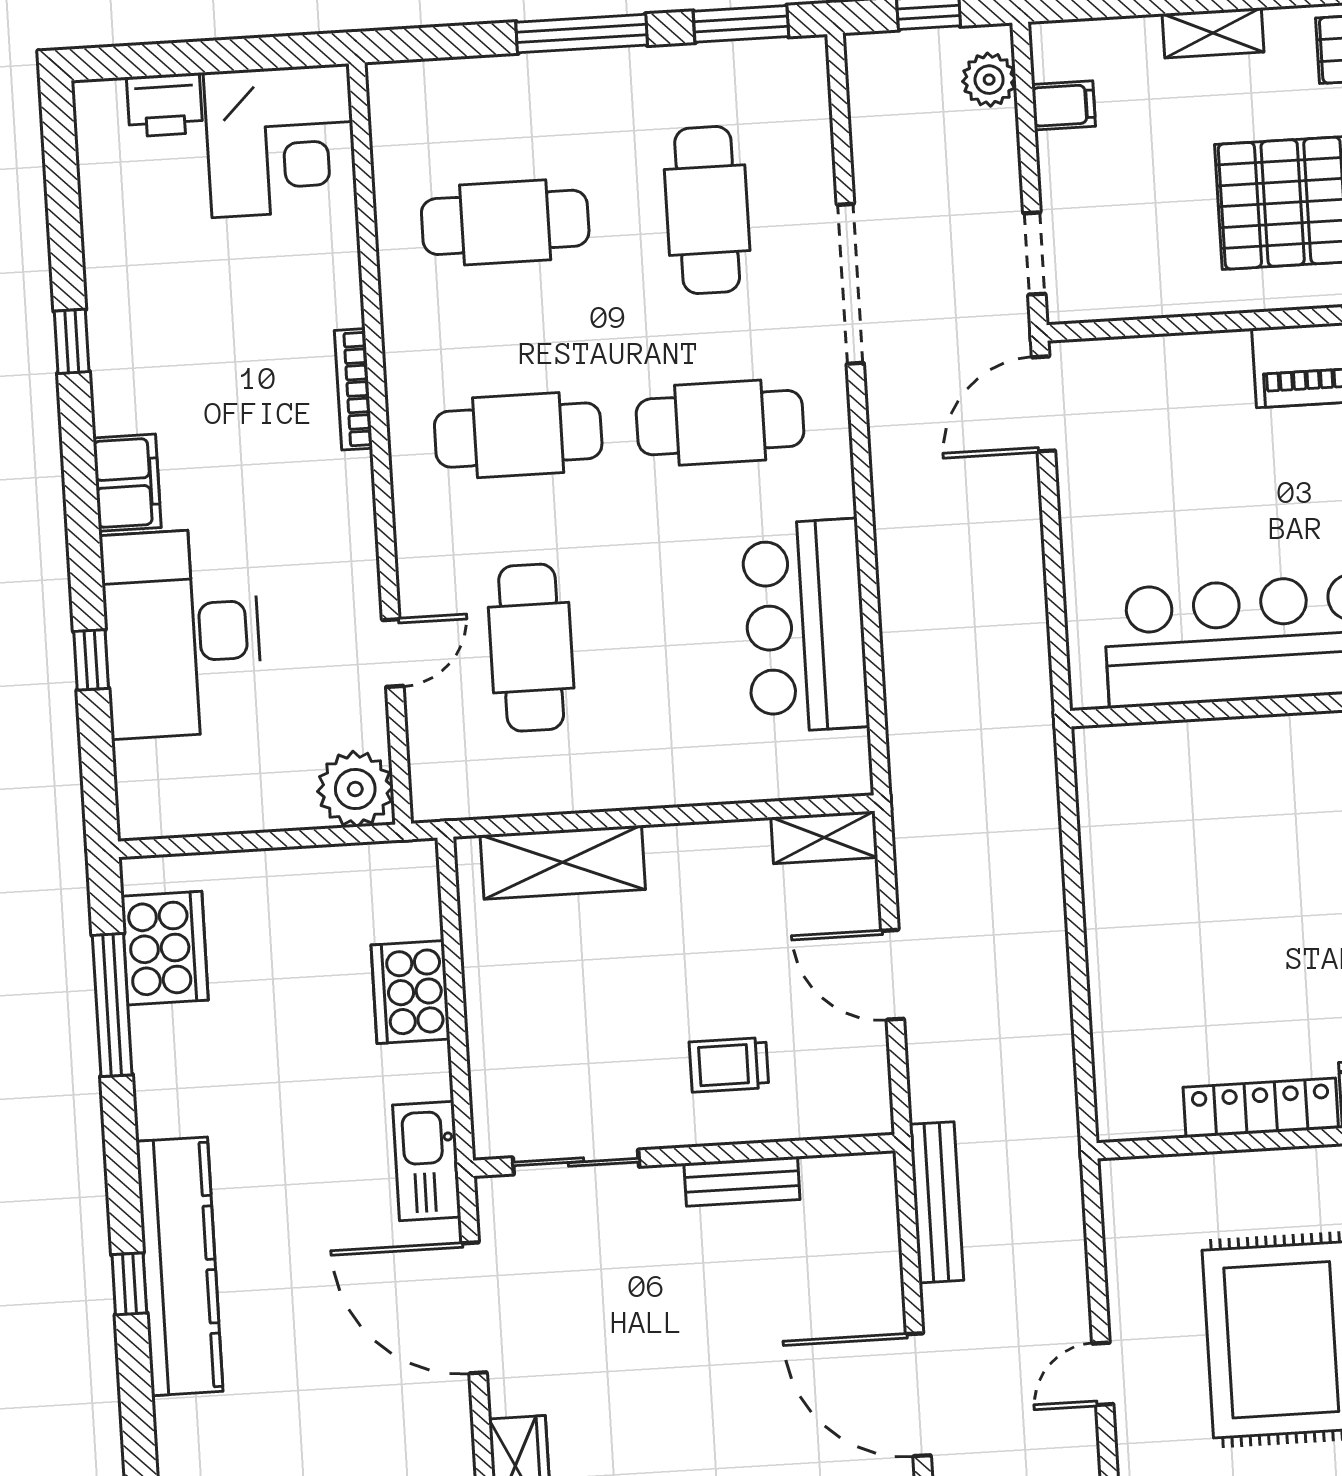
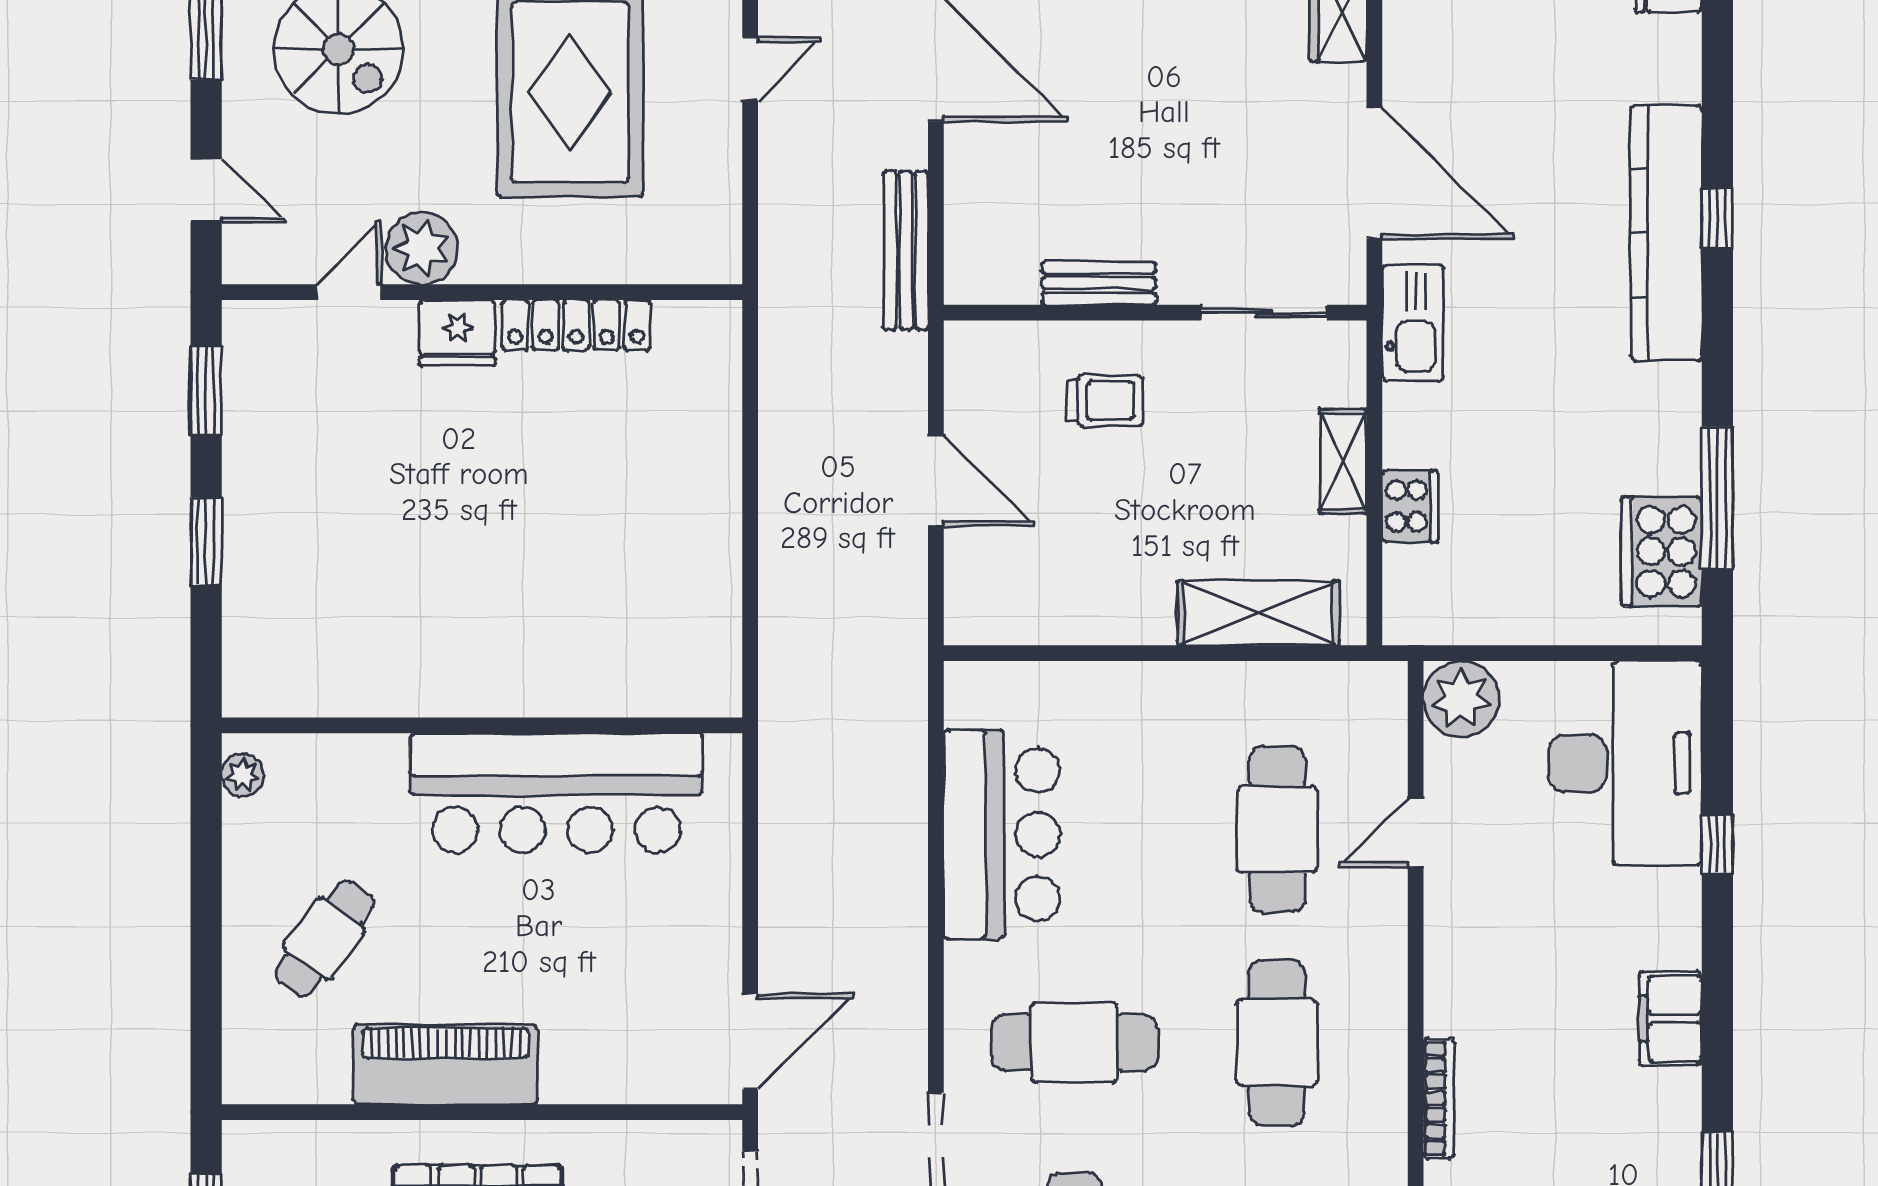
cafe table: (518, 435) -> (1277, 1043), turned 90
desk: (182, 633) -> (1625, 763), moved
shelving: (824, 837) -> (1343, 461), moved, turned 90
cooker: (410, 992) -> (1410, 506), width x0.73, depth x0.76

